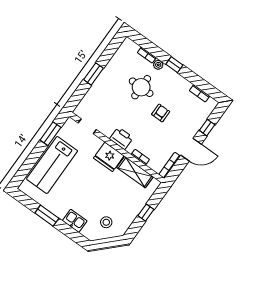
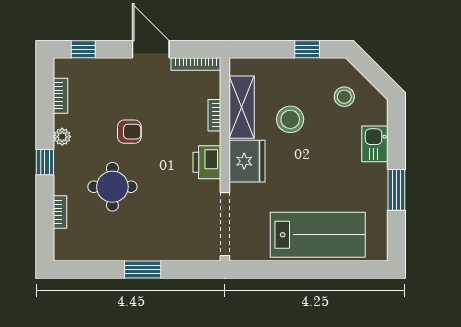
plant: (158, 65) -> (62, 137), moved
armchair: (161, 113) -> (129, 132), turned 180
doorway: (87, 126) -> (225, 224), width x1.88
window: (207, 128) -> (83, 49), moved
window: (51, 134) -> (274, 269), removed
stool: (114, 190) -> (290, 119), added
window: (146, 213) -> (307, 49), moved

